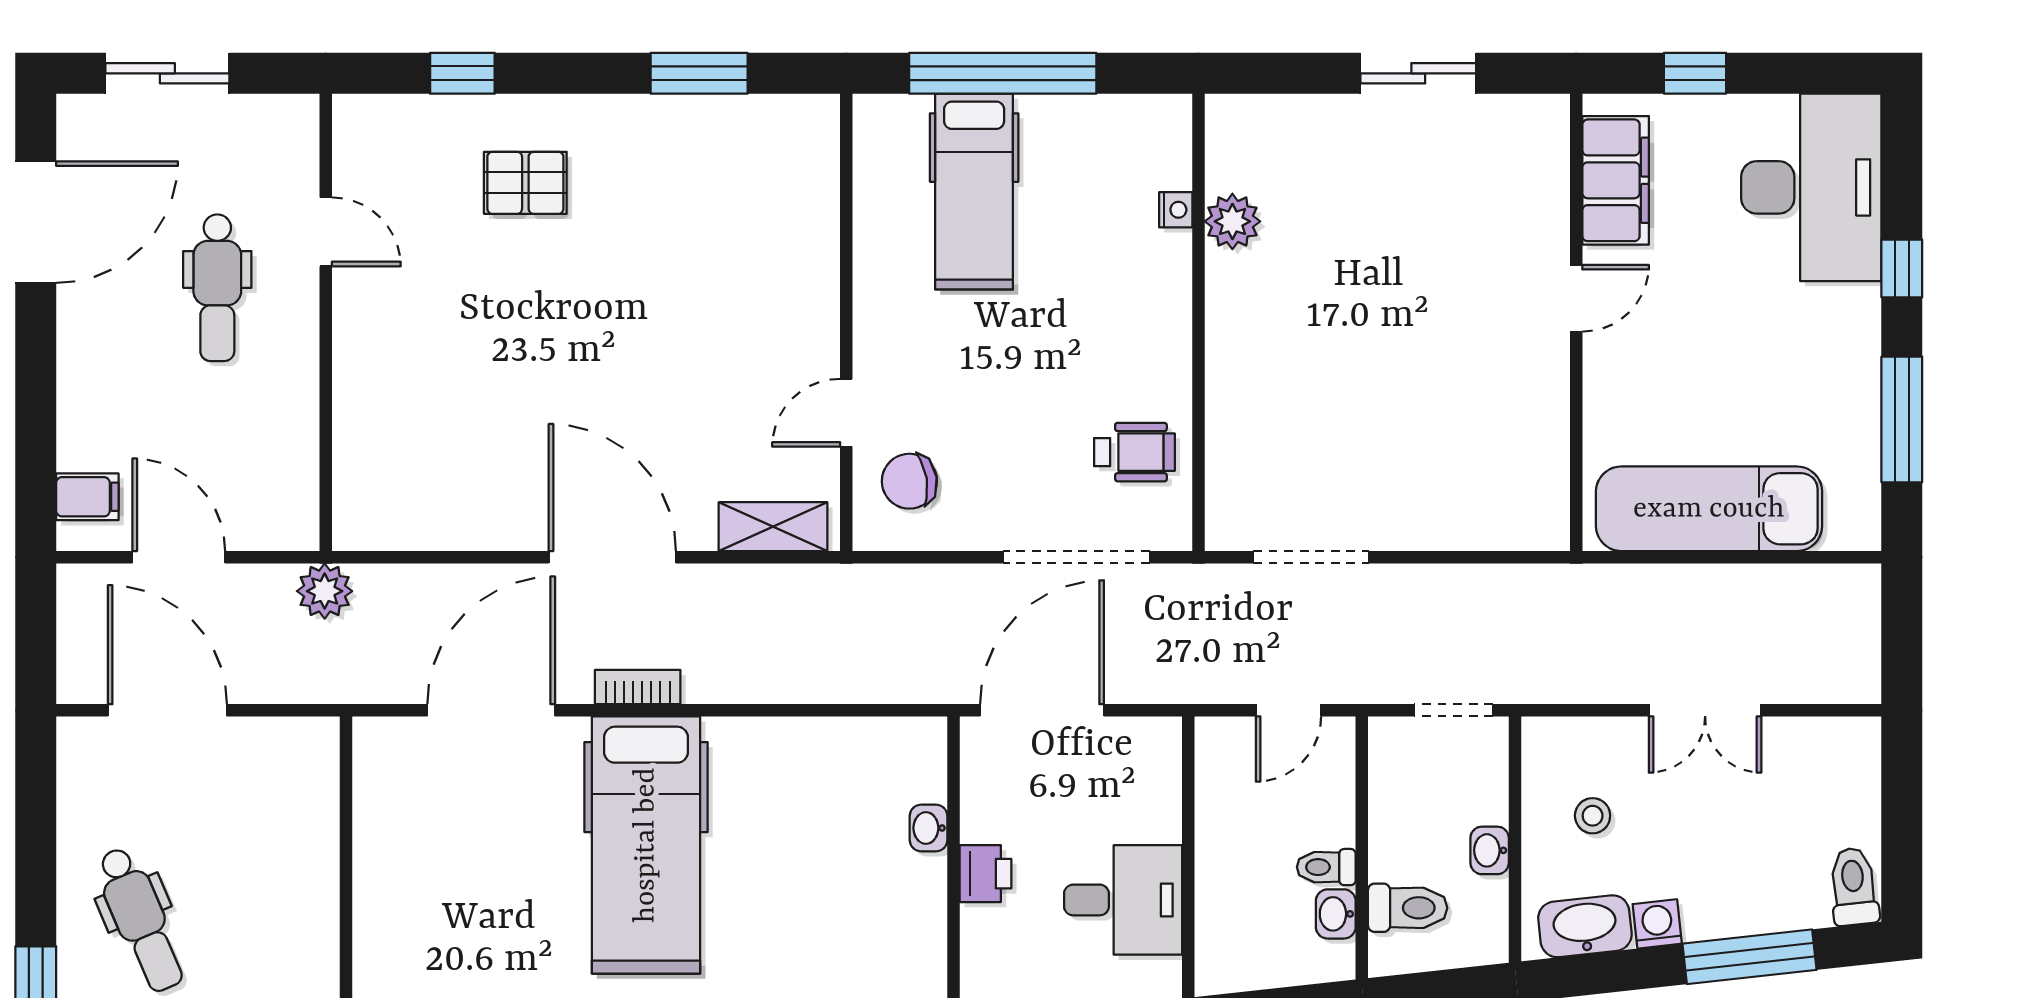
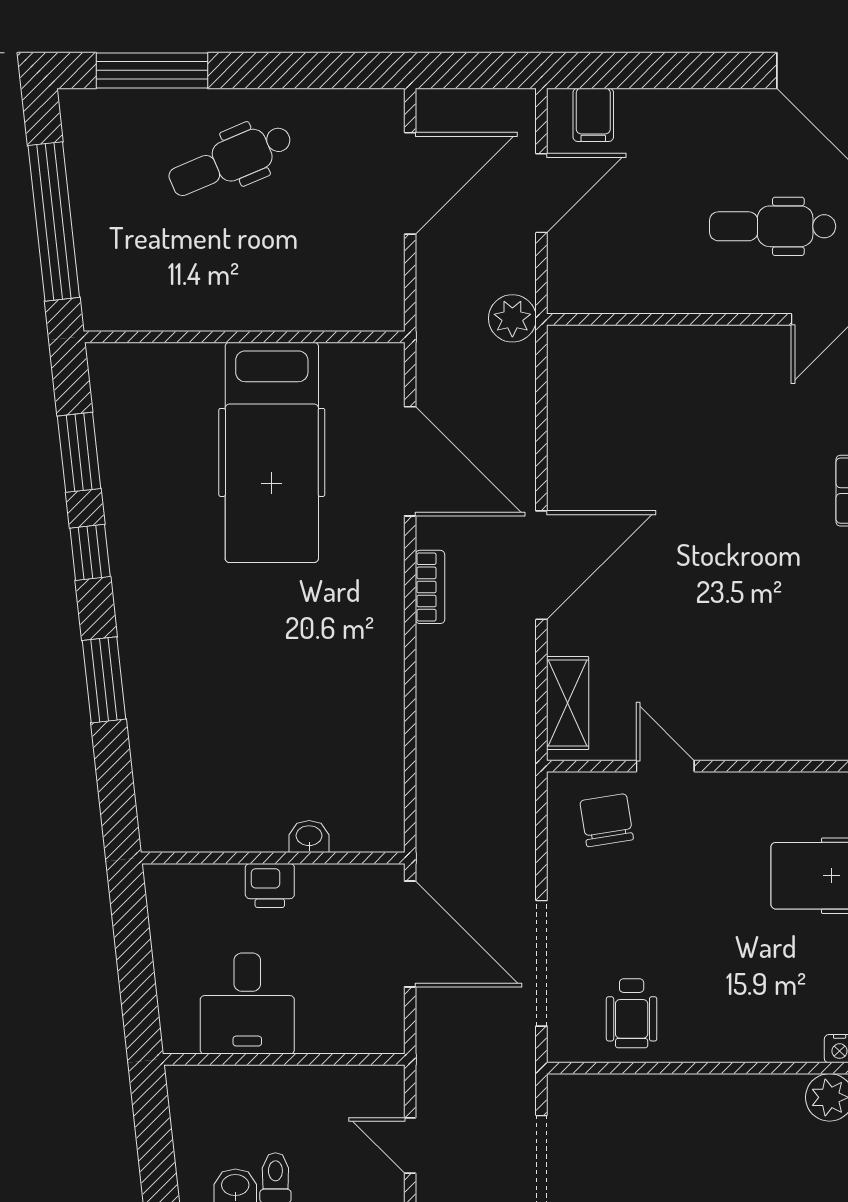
hospital bed: (646, 845) -> (272, 452), moved, turned -90

